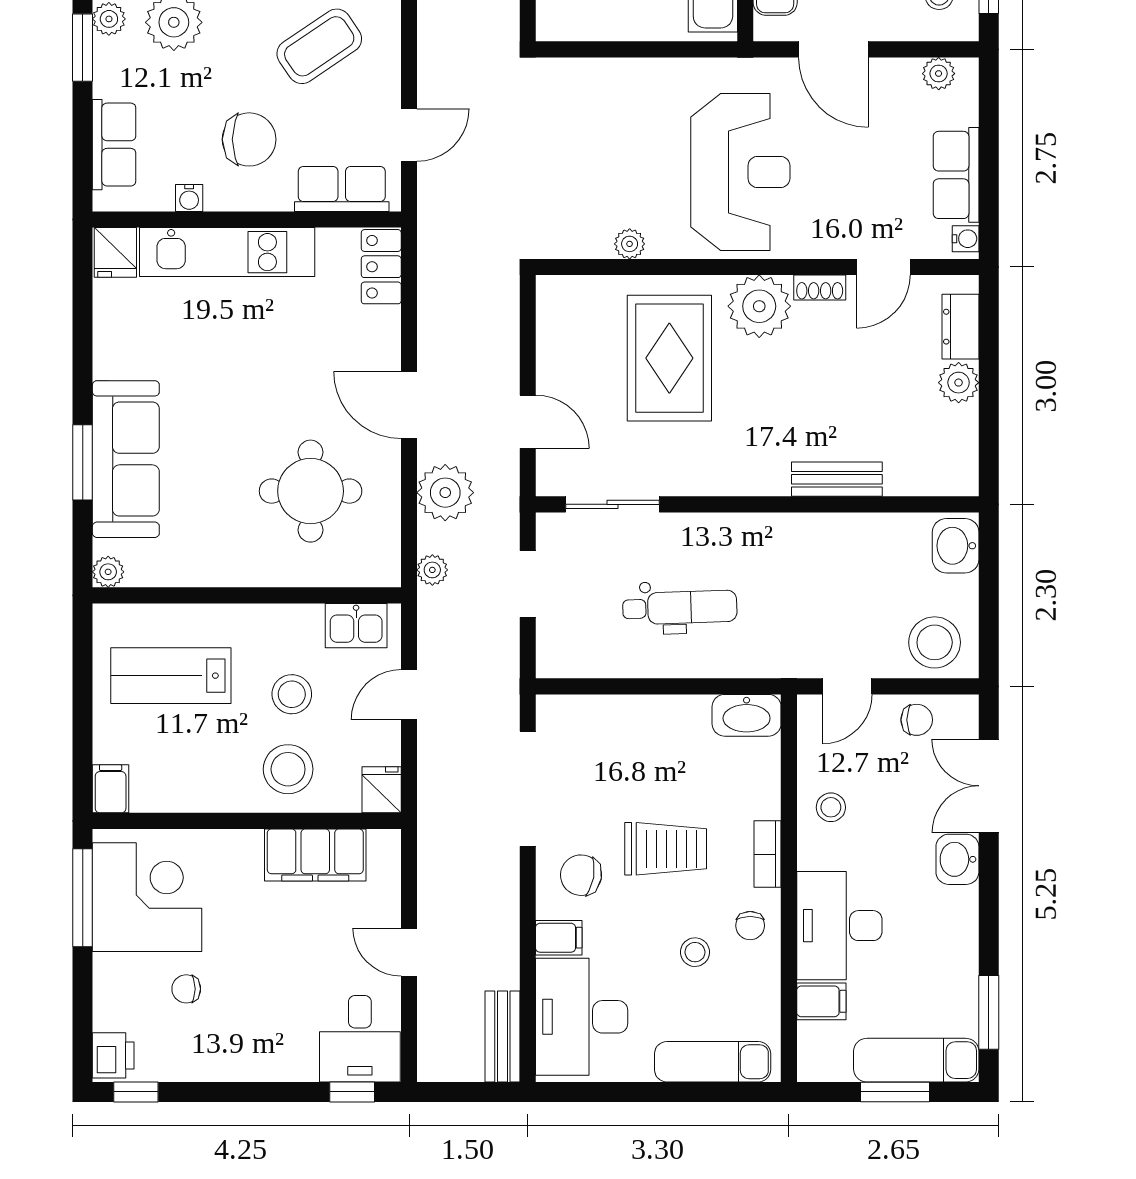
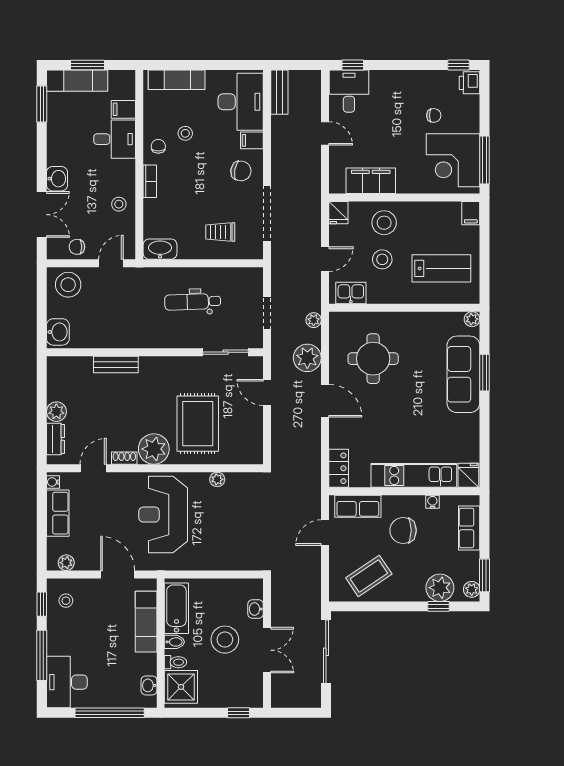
trolley: (666, 849) -> (220, 232), moved, width x0.73, depth x0.72
desk: (839, 926) -> (115, 139), width x0.73

